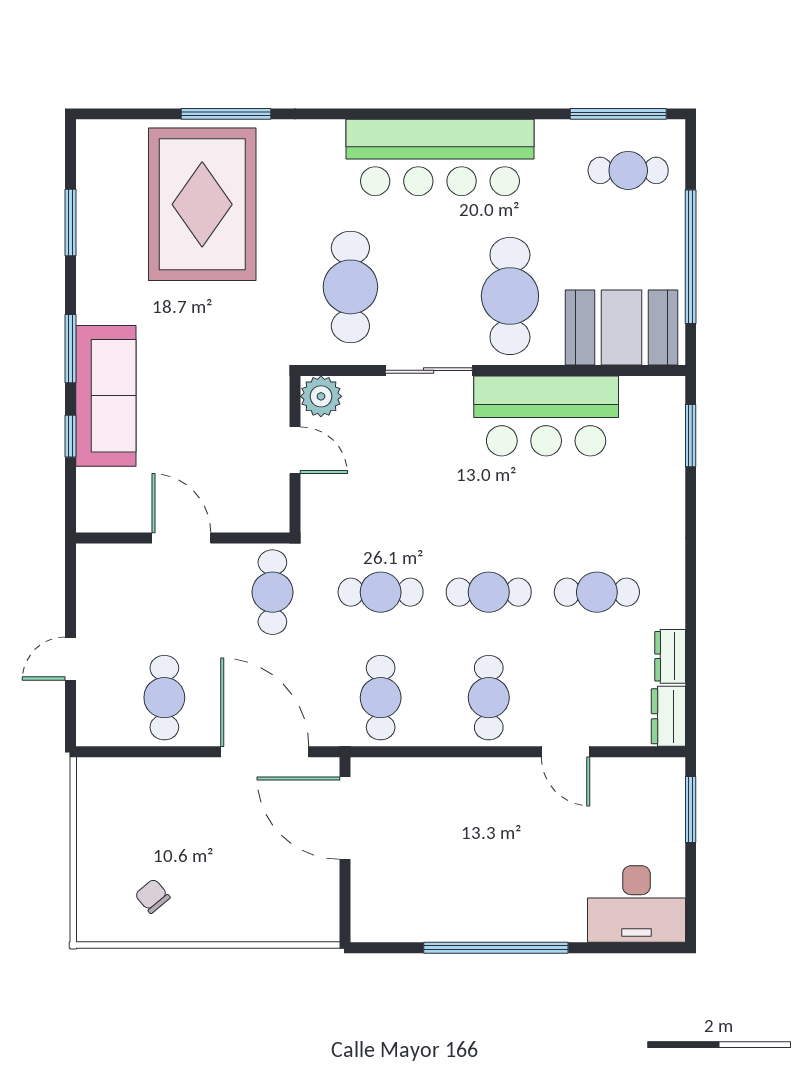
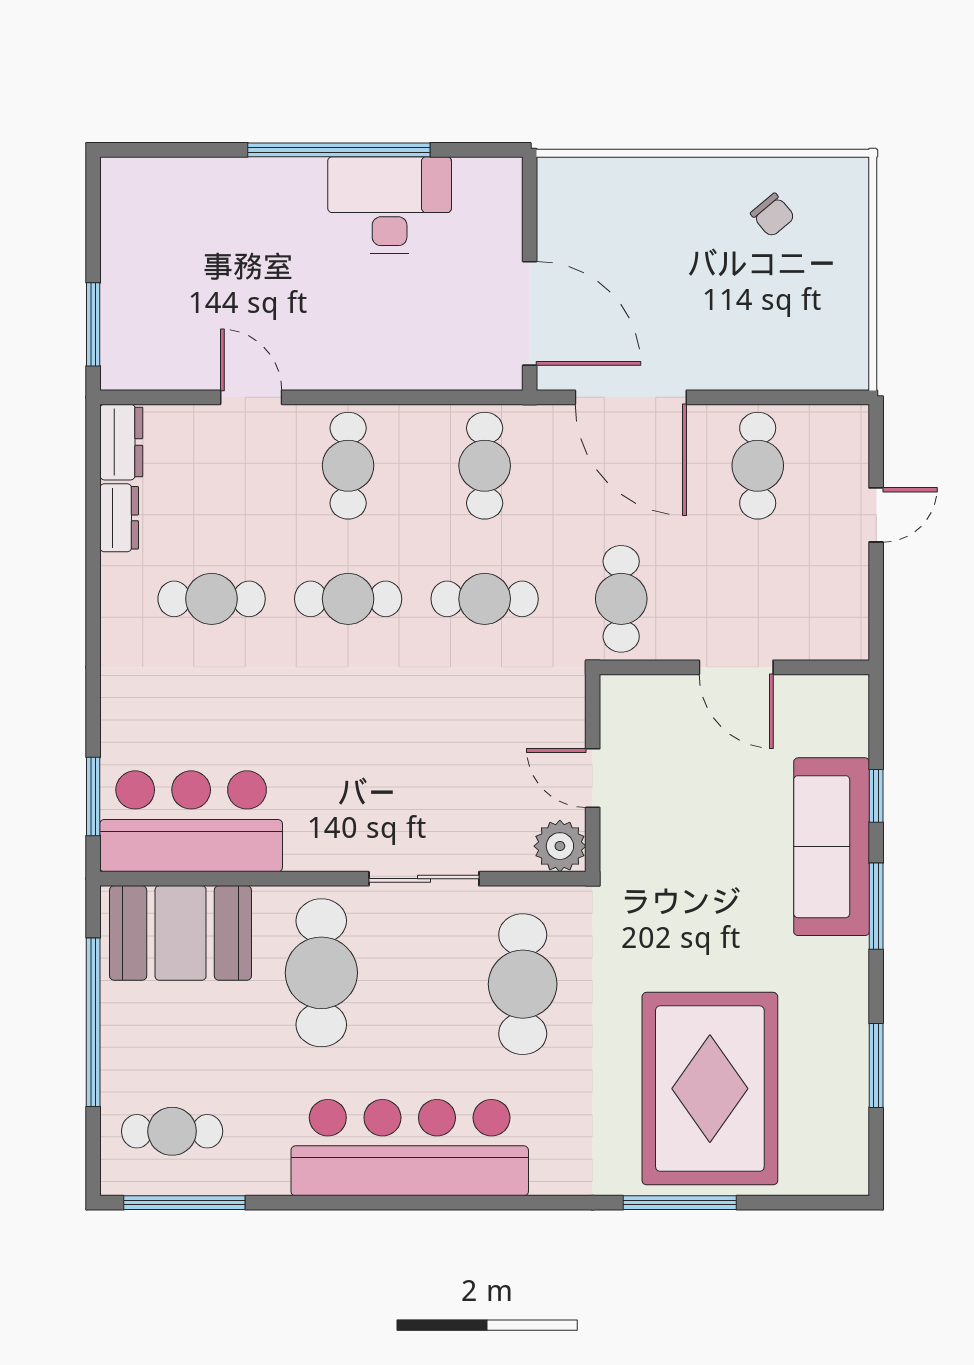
bar counter: (546, 416) -> (191, 821), moved
desk: (636, 904) -> (390, 205), moved

